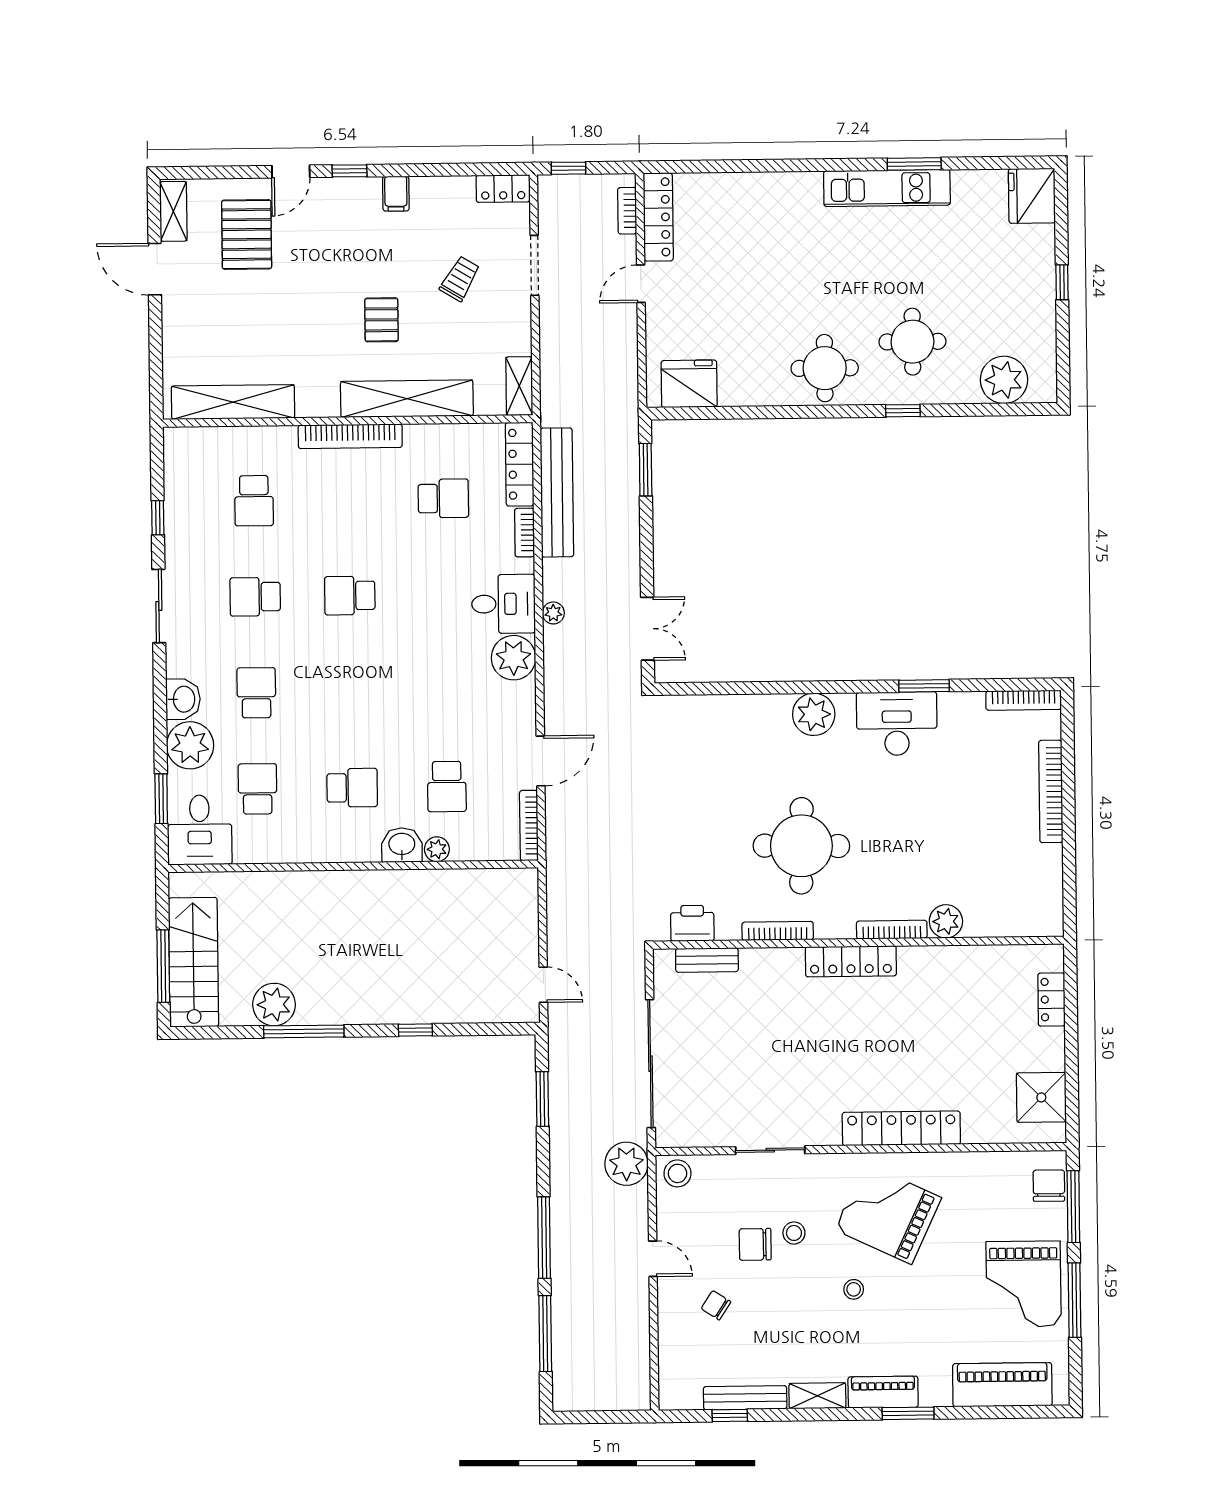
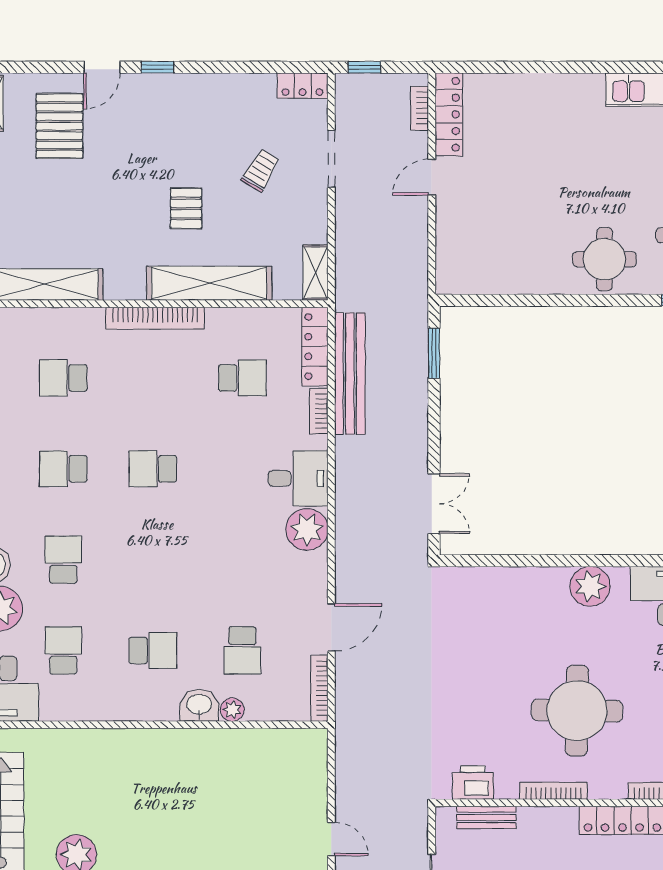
filing cabinet: (396, 194) -> (201, 89), removed
fridge: (689, 384) -> (476, 272), removed
school desk: (254, 501) -> (63, 378), turned 90
plant: (553, 613) -> (345, 488), removed

